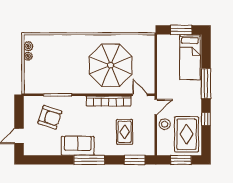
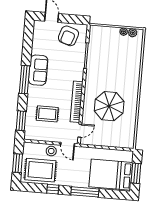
bed: (190, 57) -> (111, 175), width x1.50
parasol: (111, 65) -> (109, 106), width x0.73, depth x0.73
armchair: (50, 117) -> (68, 36), moved

